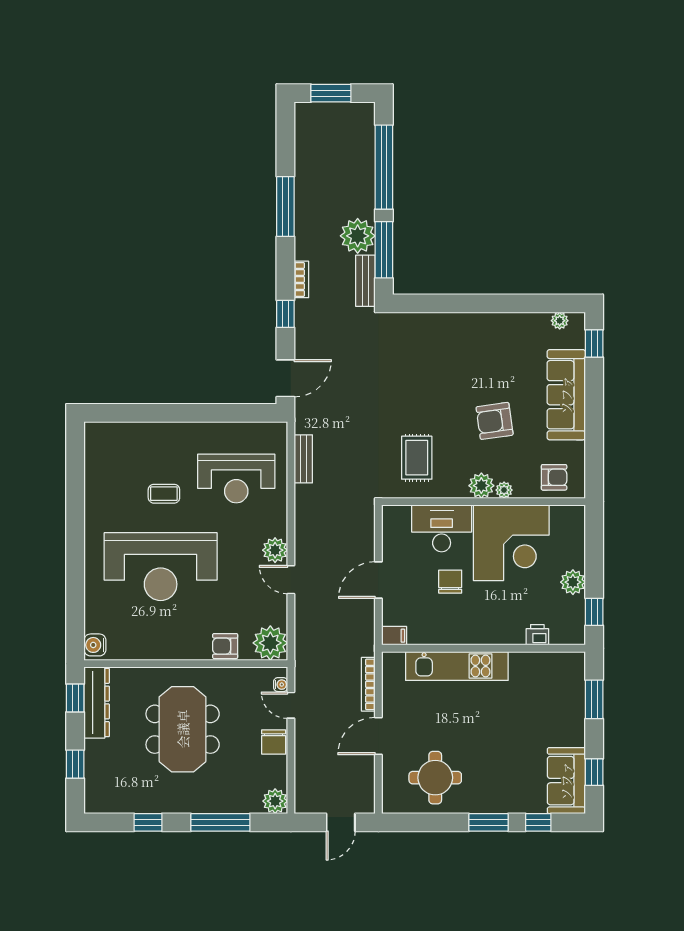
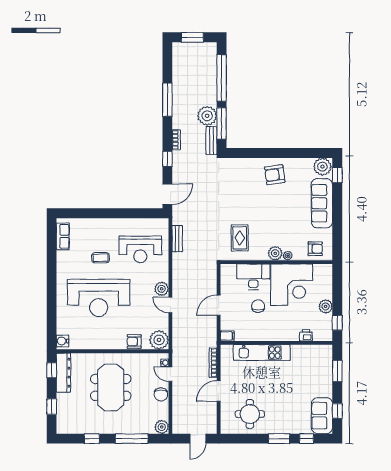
plant: (560, 321) -> (322, 167), width x1.88, depth x1.88
armchair: (495, 421) -> (275, 175), moved
row of seats: (96, 455) -> (63, 236), added

